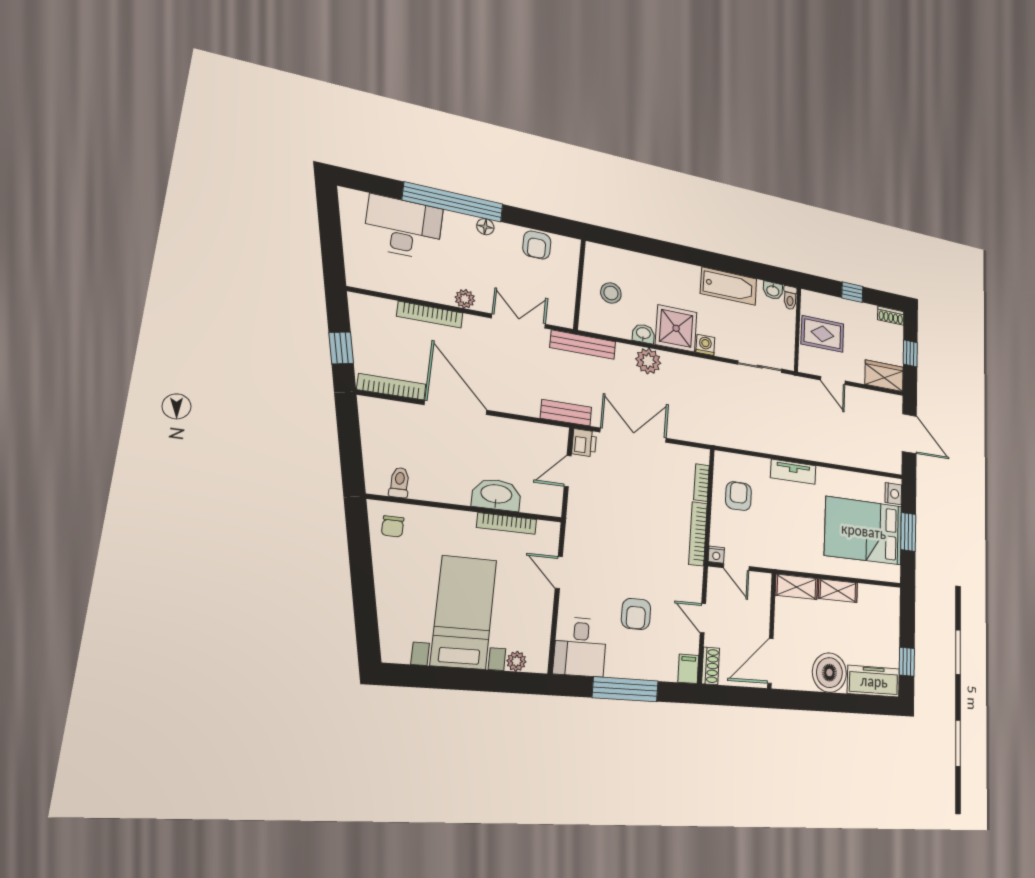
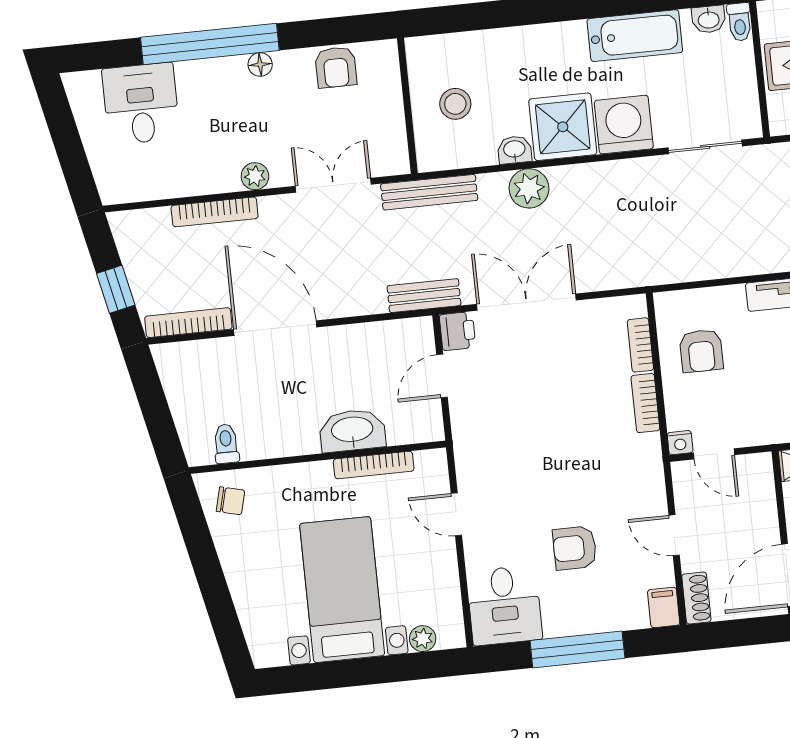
desk: (403, 227) -> (141, 104), width x0.73
washing machine: (705, 345) -> (624, 125), width x1.89, depth x1.89
armchair: (738, 496) -> (701, 351), turned 180
chair: (393, 526) -> (230, 501), turned -76
bookcase: (698, 534) -> (645, 403), width x0.64
armchair: (636, 614) -> (575, 548), turned 90

